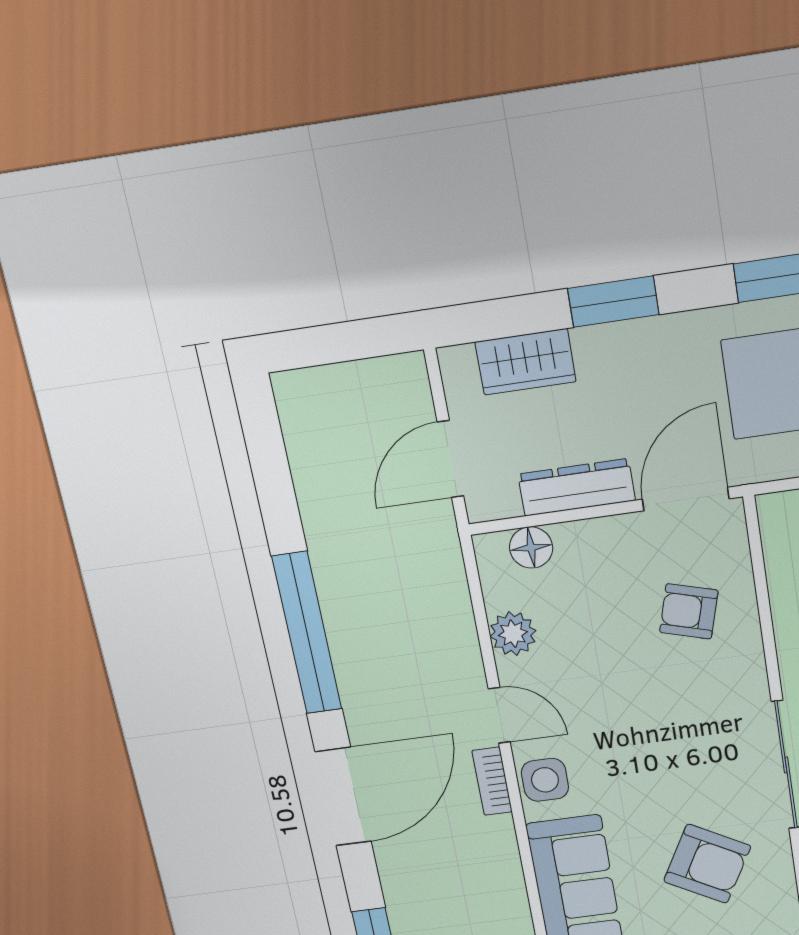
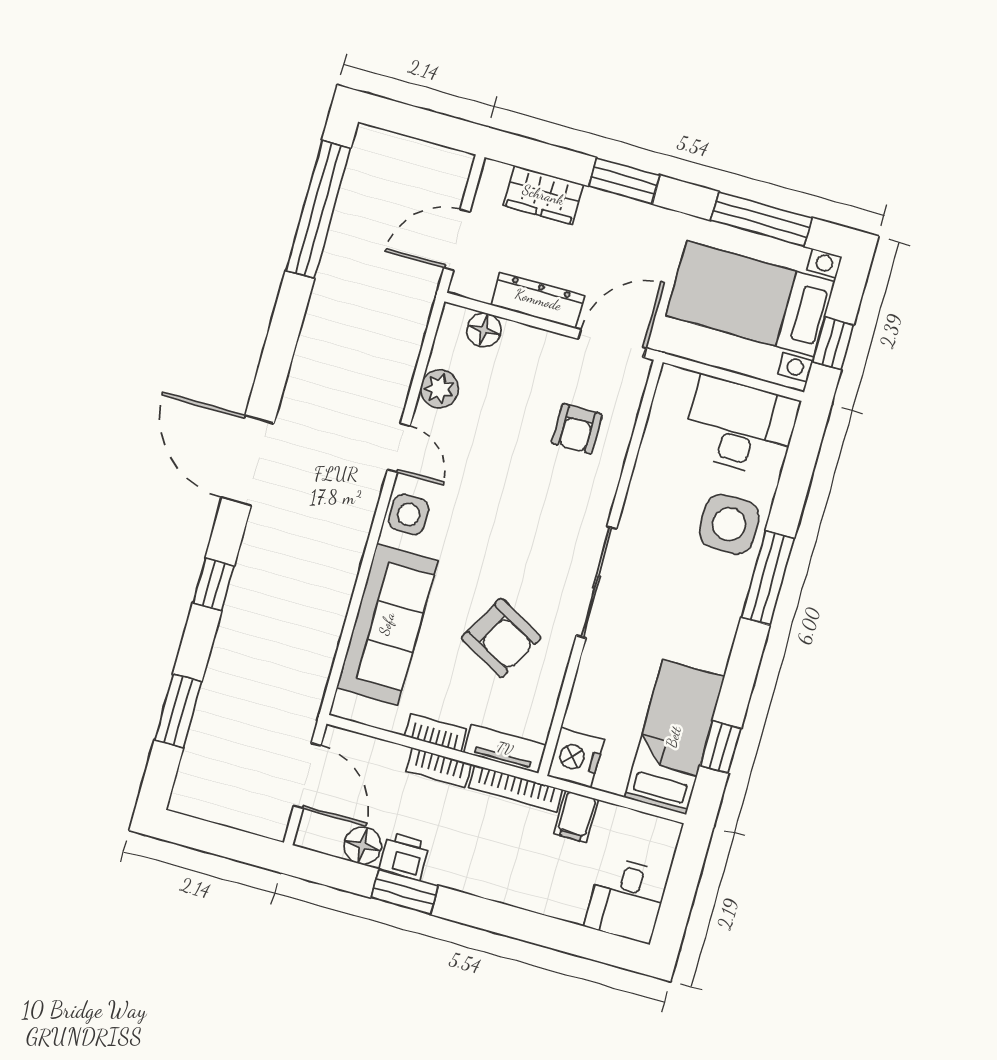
armchair: (689, 611) -> (577, 429), turned -106
window: (307, 633) -> (318, 209), moved
bookcase: (492, 781) -> (368, 498), removed
door: (343, 797) -> (248, 461), swing flipped

